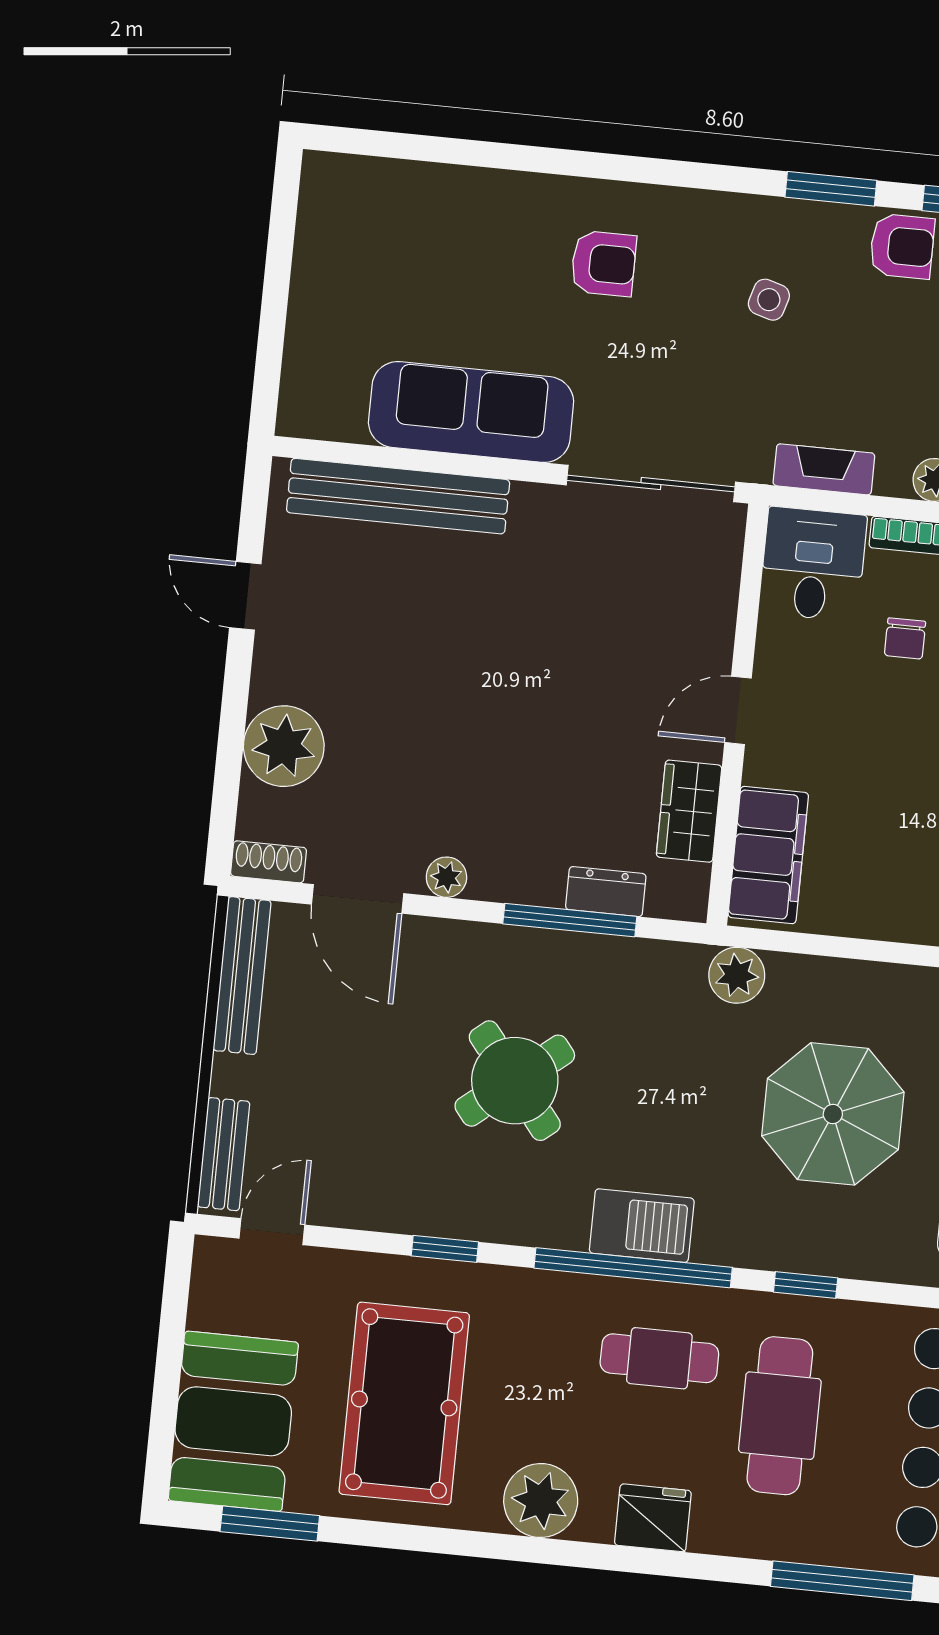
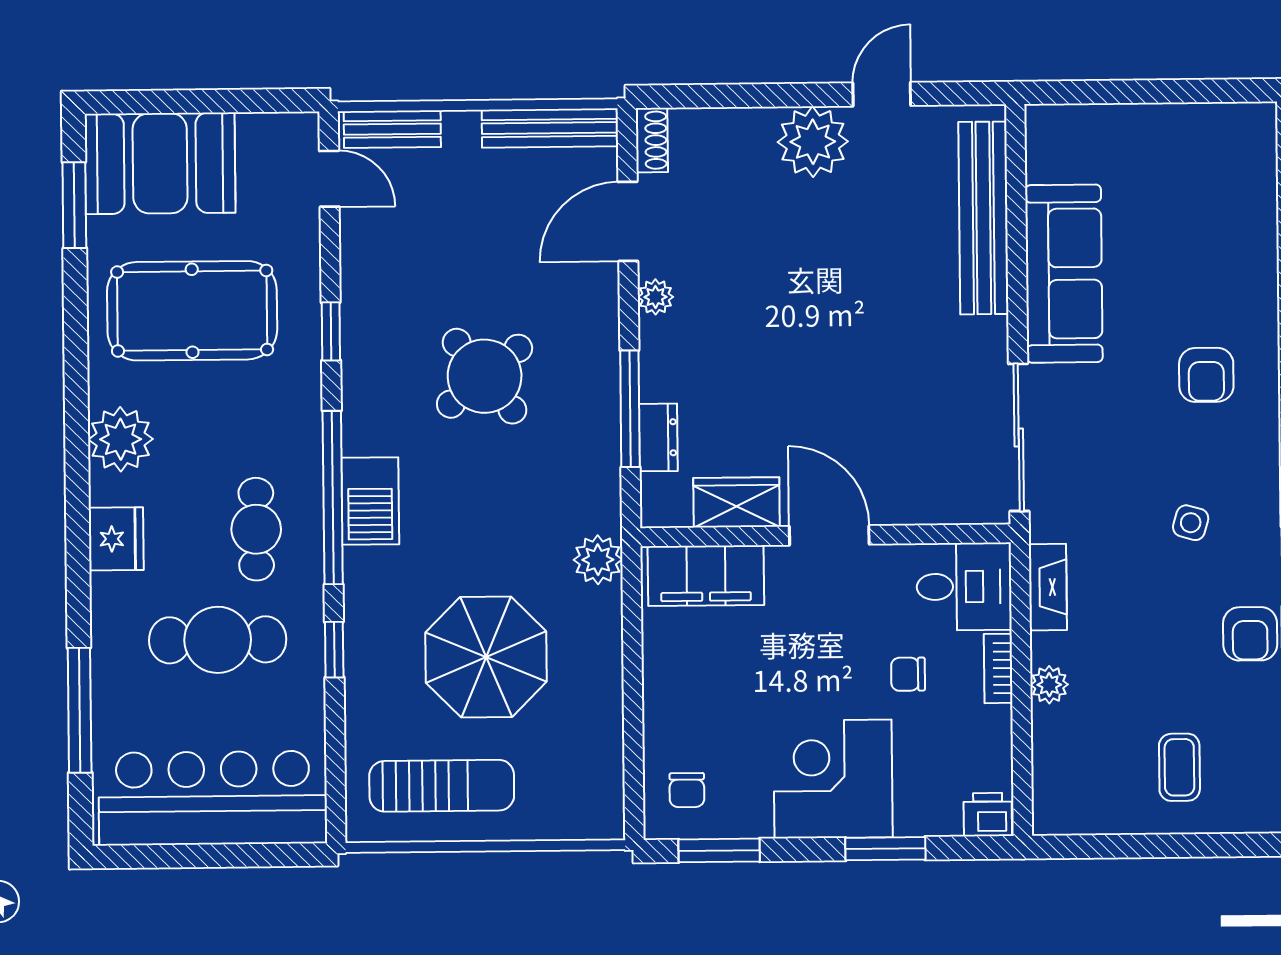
door: (738, 710) -> (829, 535), width x1.38
plant: (284, 746) -> (813, 142), moved

